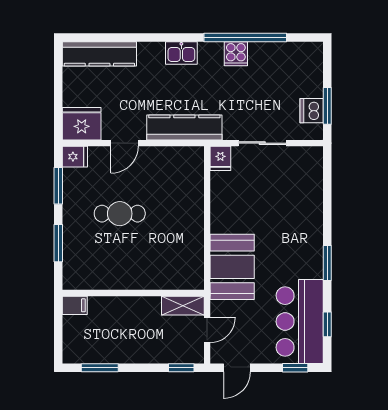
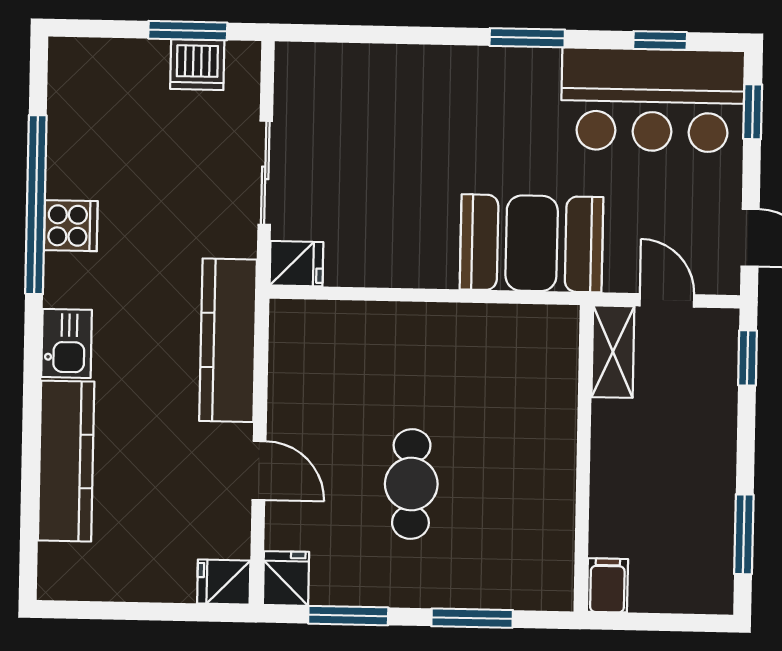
kitchen counter: (99, 54) -> (66, 461), moved
fridge: (82, 124) -> (224, 582), width x0.53, depth x0.75

